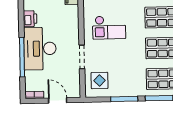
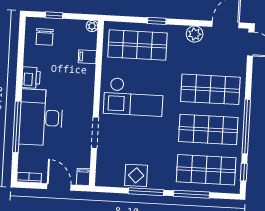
checkout: (109, 27) -> (133, 97), width x1.36, depth x1.21
display table: (100, 80) -> (136, 175), moved
filing cabinet: (76, 91) -> (83, 177), added

